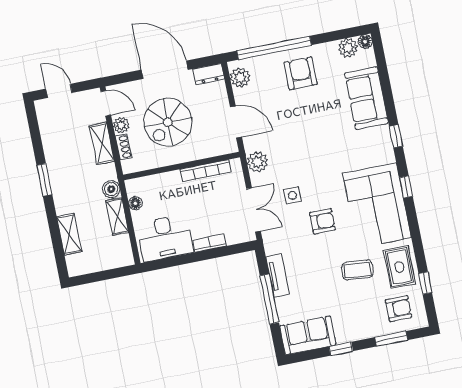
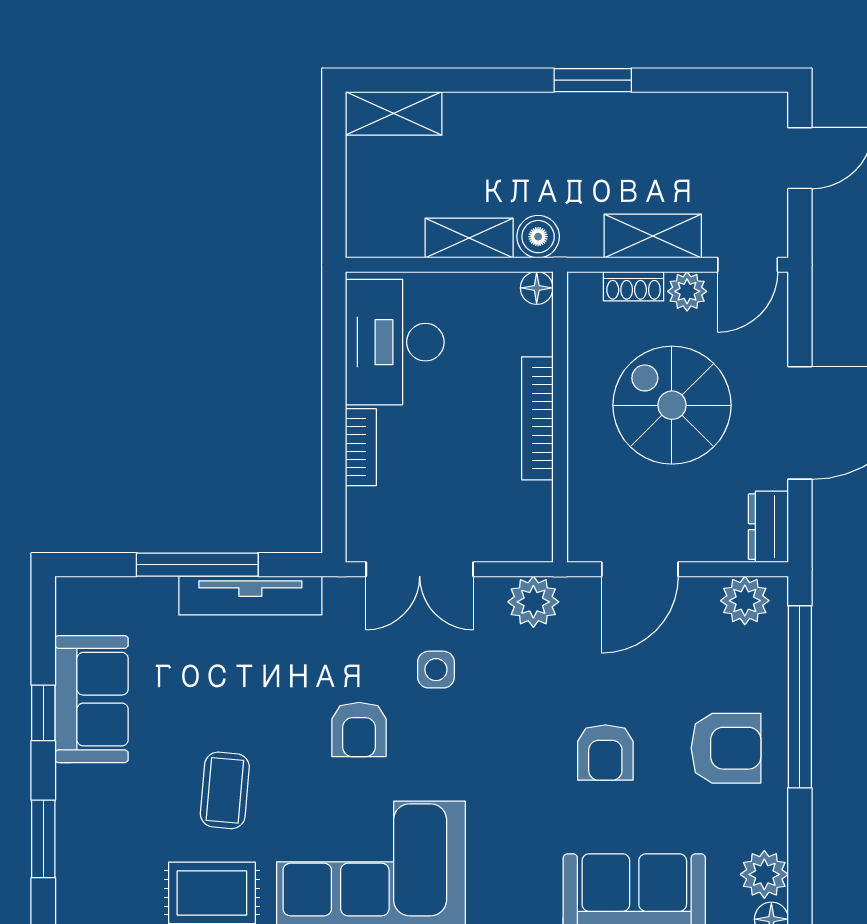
bookcase: (206, 171) -> (537, 418), moved
floor lamp: (135, 203) -> (537, 288), moved
shelving: (69, 234) -> (394, 113), moved
tv unit: (278, 275) -> (250, 596), width x1.41
armchair: (399, 309) -> (605, 753), moved
sofa: (308, 335) -> (92, 699), moved

